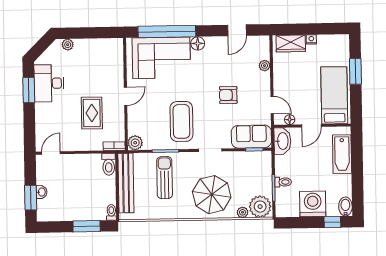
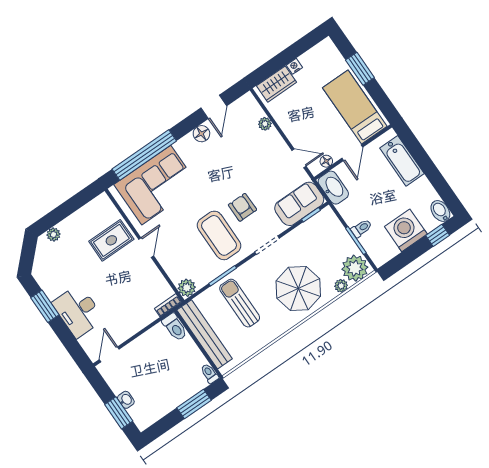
floor lamp: (198, 43) -> (201, 134), moved
desk: (49, 83) -> (78, 311), moved
armchair: (228, 95) -> (242, 207), moved, turned 90
rug: (92, 113) -> (111, 240), moved, turned 90

